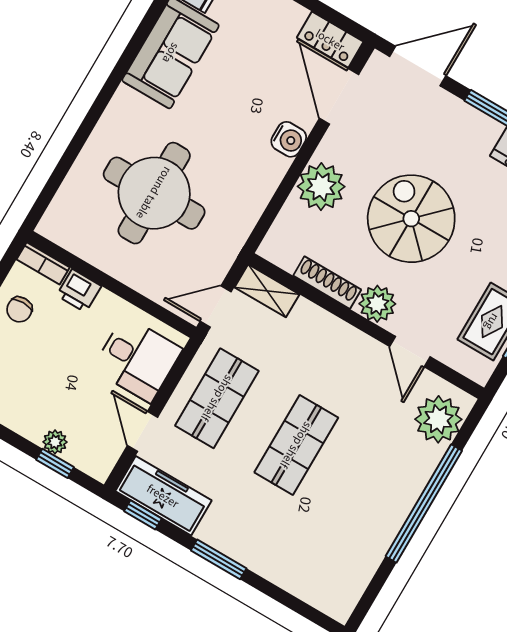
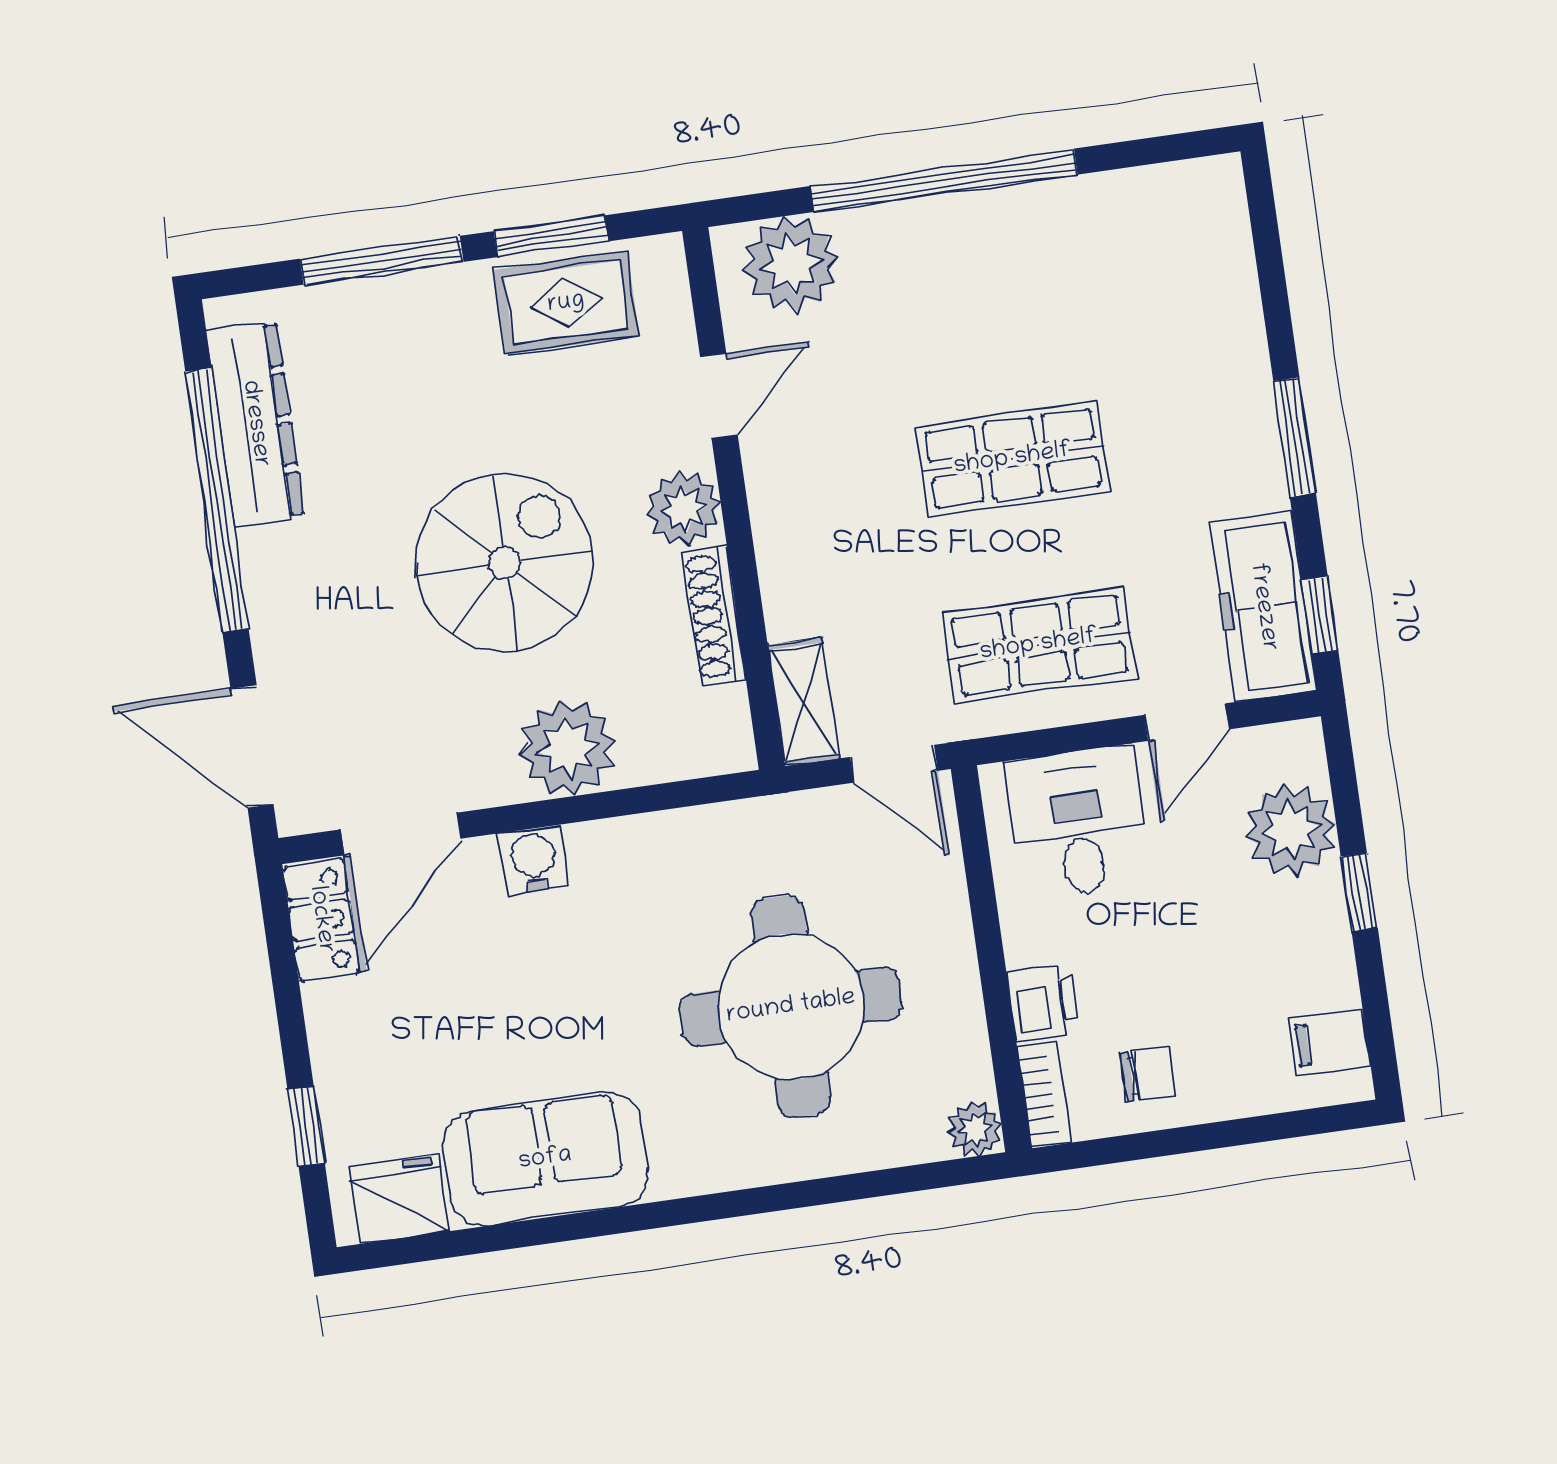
spiral stairs: (411, 219) -> (505, 563), turned 180
plant: (51, 226) -> (975, 1129), added
plant: (55, 442) -> (1291, 830), width x1.87, depth x1.87
window: (55, 463) -> (1359, 892), moved

